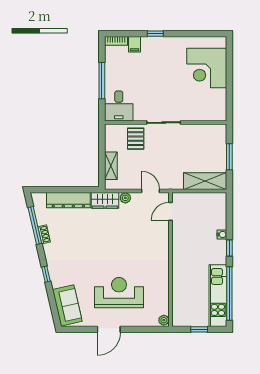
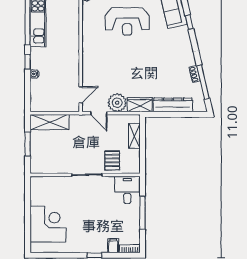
plant: (125, 198) -> (117, 103), width x1.88, depth x1.88
window: (46, 274) -> (189, 22), moved

